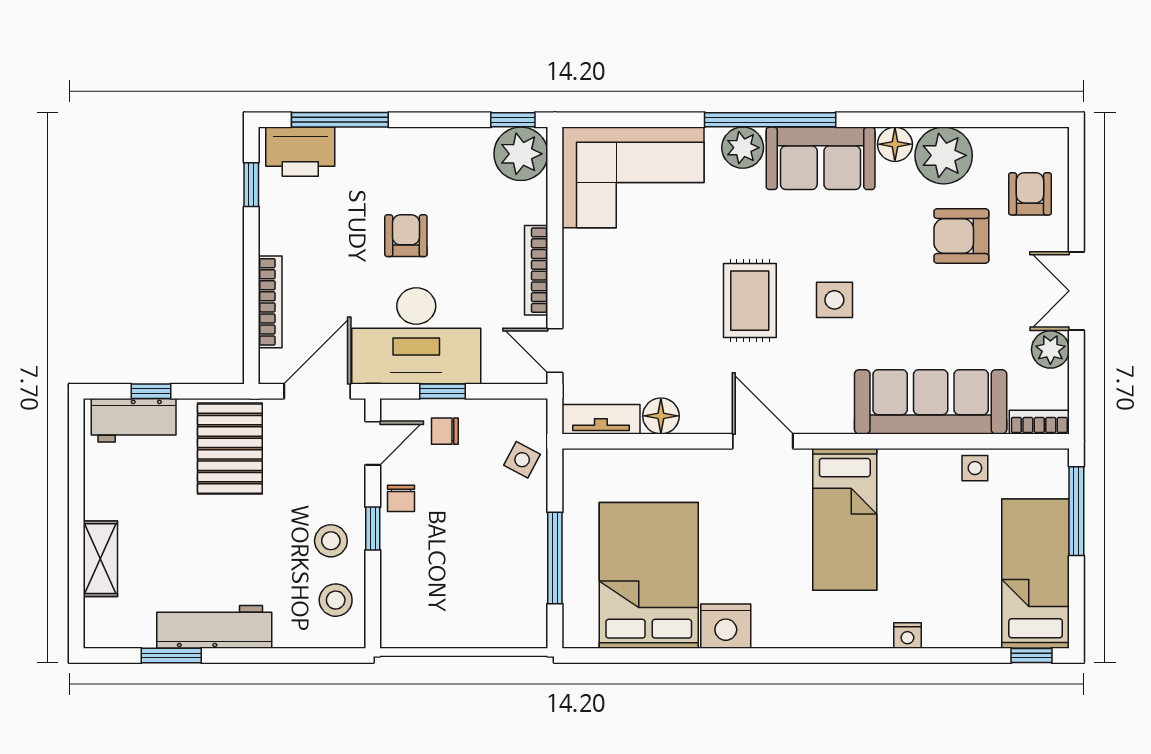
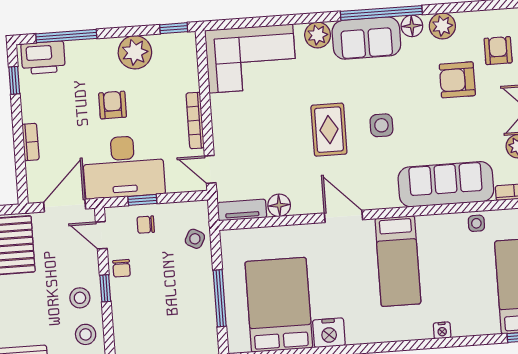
window: (770, 120) -> (381, 13), moved
plant: (521, 154) -> (135, 52), moved
plant: (944, 155) -> (442, 26), width x0.73, depth x0.73
bookcase: (270, 302) -> (31, 142), width x0.64
door: (373, 443) -> (101, 235), swing flipped

